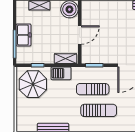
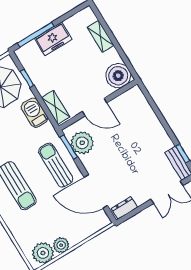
plant: (97, 56) -> (82, 143), added
sun lounger: (93, 89) -> (56, 165), moved

